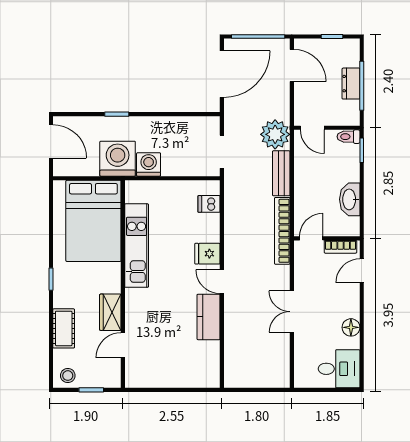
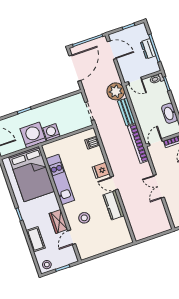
stool: (154, 321) -> (84, 218), added

